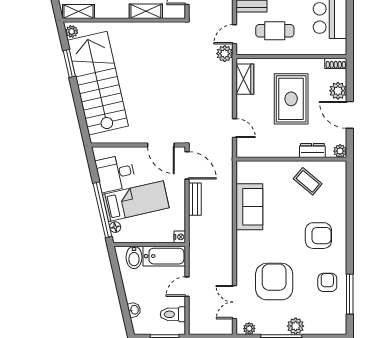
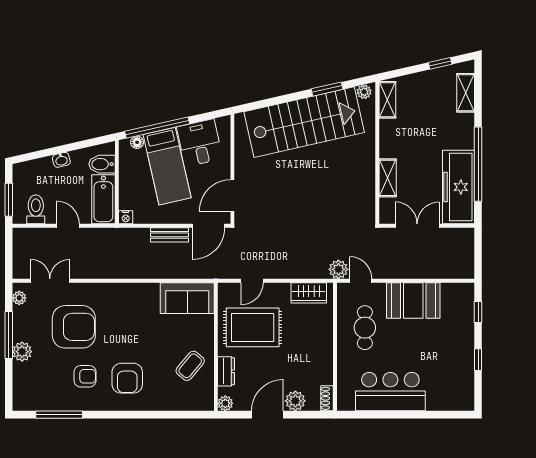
rug: (291, 99) -> (253, 327), moved
sofa: (249, 207) -> (187, 298), moved
armchair: (327, 282) -> (85, 376), moved
washbasin: (134, 310) -> (61, 160), moved

